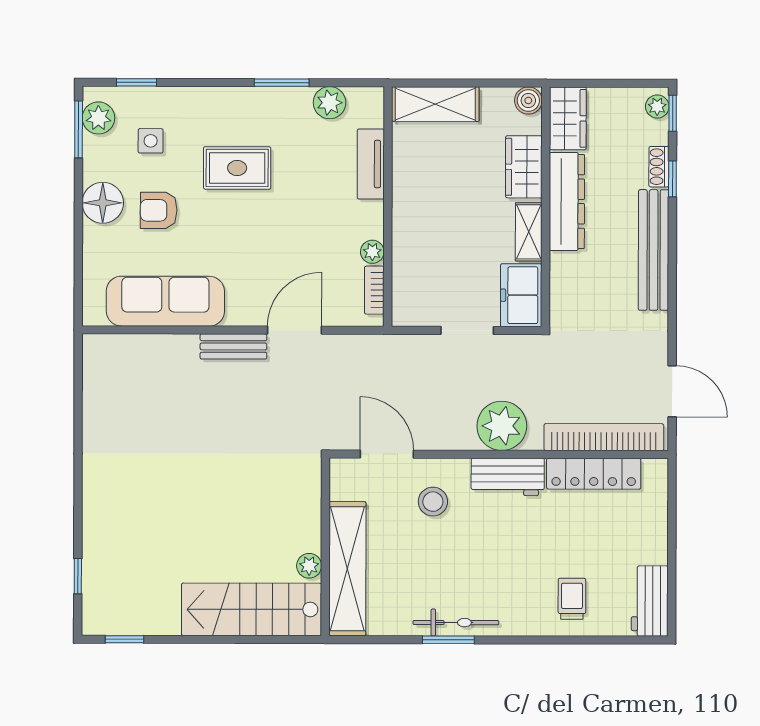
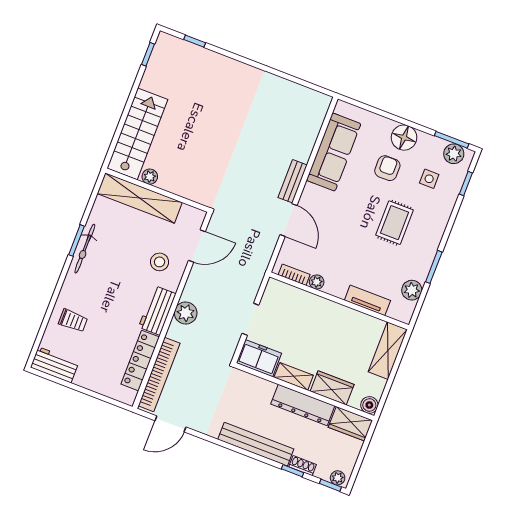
plant: (502, 426) -> (186, 313), width x0.73, depth x0.73

